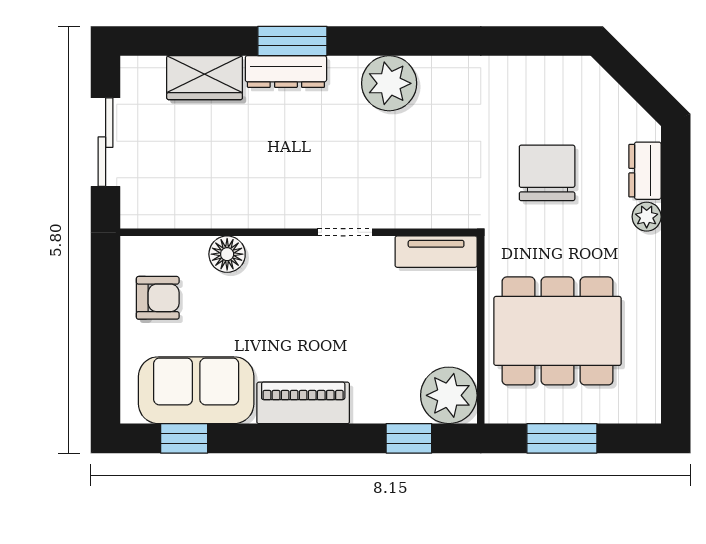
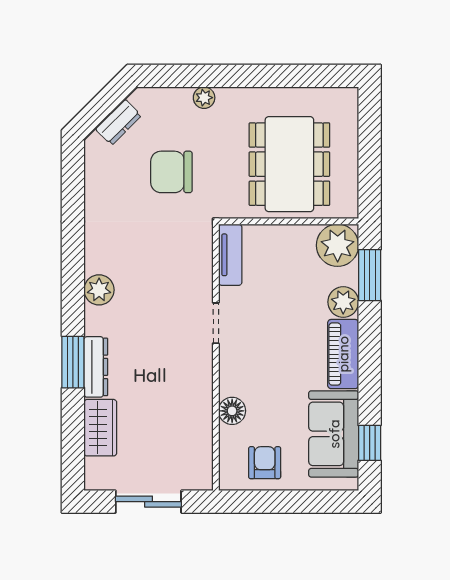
plant: (389, 83) -> (99, 290), width x0.73, depth x0.73
dresser: (645, 171) -> (118, 122), moved, turned -45
plant: (373, 403) -> (343, 302), added
window: (409, 438) -> (370, 275), width x1.50
window: (562, 438) -> (370, 161), removed

